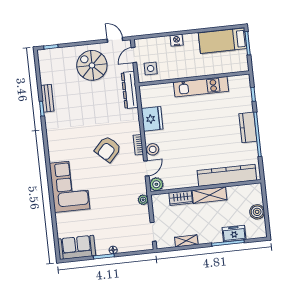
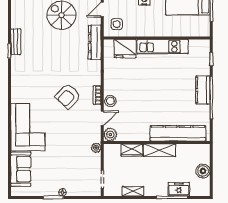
fridge: (152, 119) -> (125, 49), moved, turned 90
sofa: (77, 247) -> (21, 169), moved, turned 90

